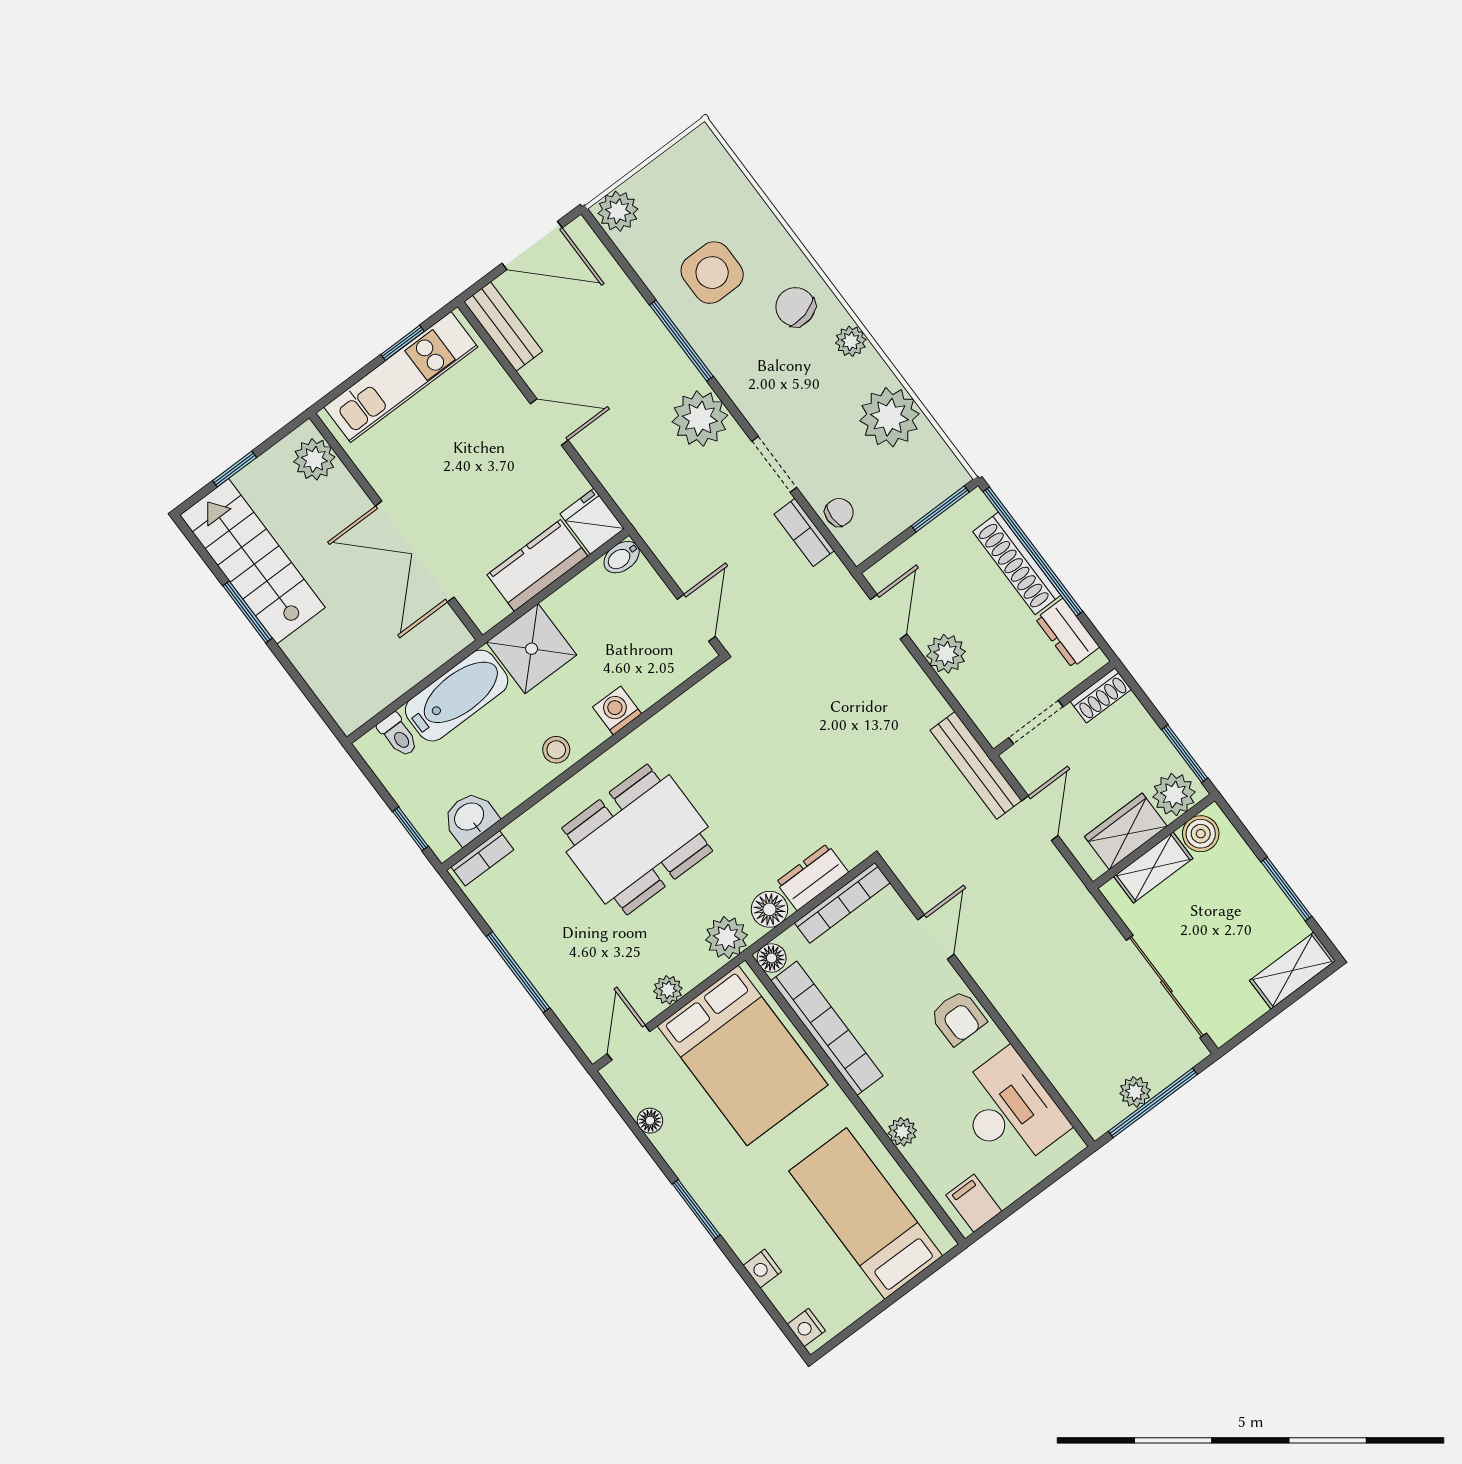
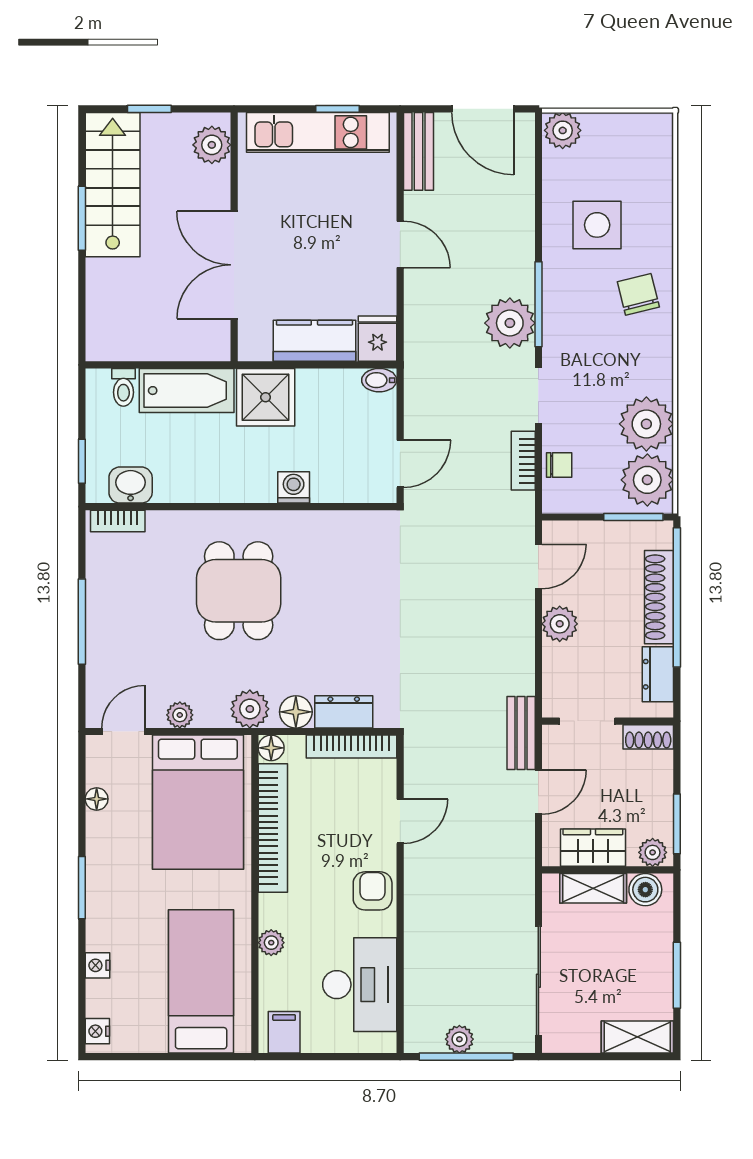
window: (681, 341) -> (538, 304), moved
plant: (851, 341) -> (647, 480), moved, width x1.88, depth x1.88
stool: (556, 750) -> (229, 483), removed
bench: (976, 765) -> (521, 733), width x0.73
plant: (1174, 794) -> (653, 852), width x0.73, depth x0.73
dining table: (637, 839) -> (239, 591), width x0.73
armchair: (958, 1018) -> (373, 891), turned 180

